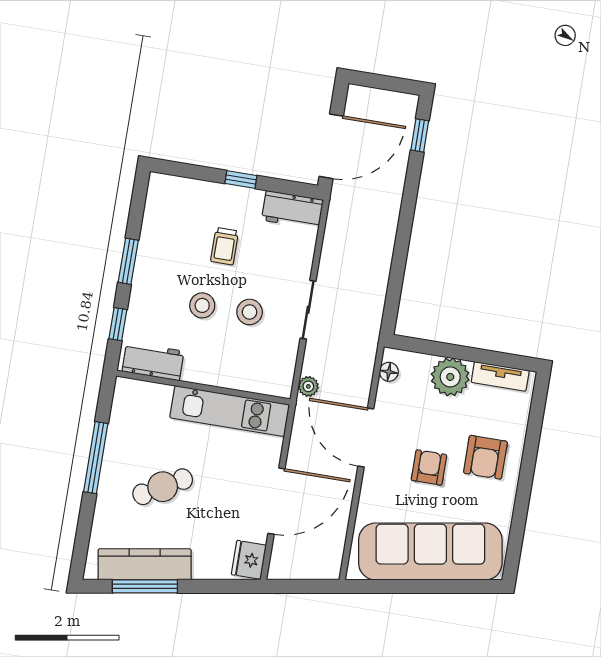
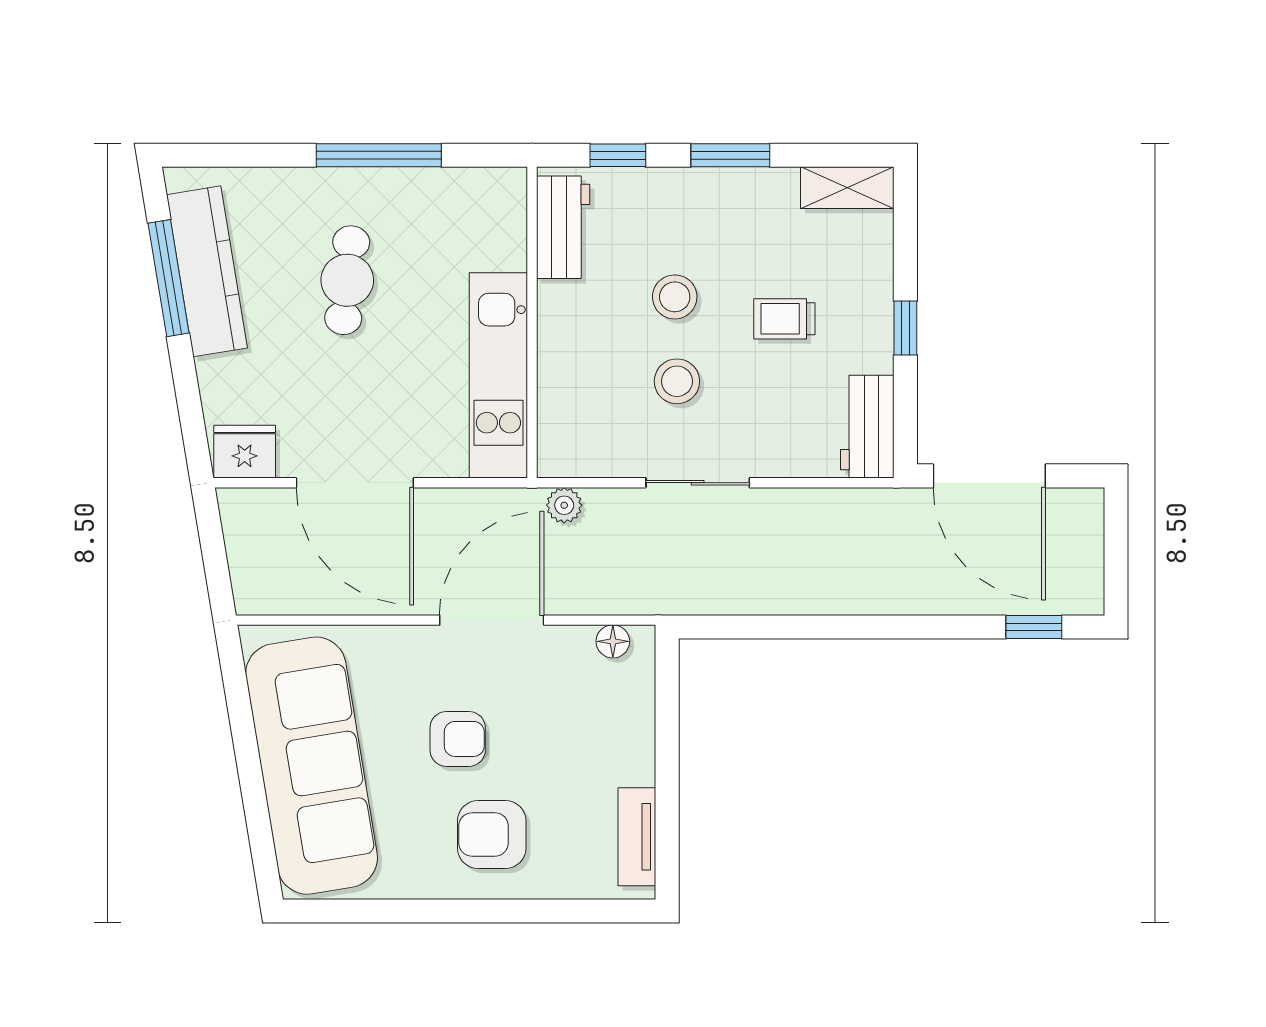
shelving: (157, 199) -> (847, 188), added
plant: (450, 377) -> (622, 750), removed
cafe table: (163, 487) -> (347, 280), turned 36

